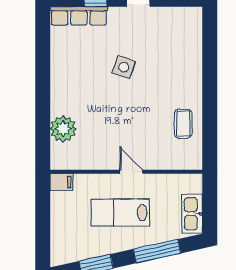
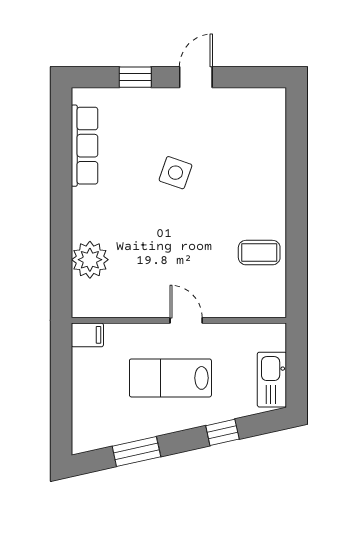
row of seats: (79, 16) -> (85, 146), moved, turned -90
coffee table: (183, 124) -> (259, 253), turned 90
window: (157, 251) -> (222, 432), width x0.46

